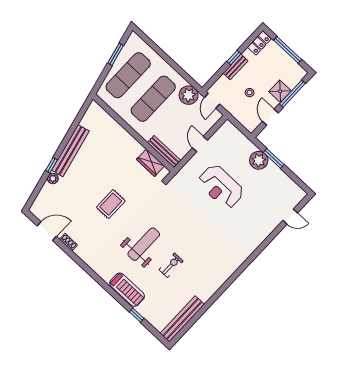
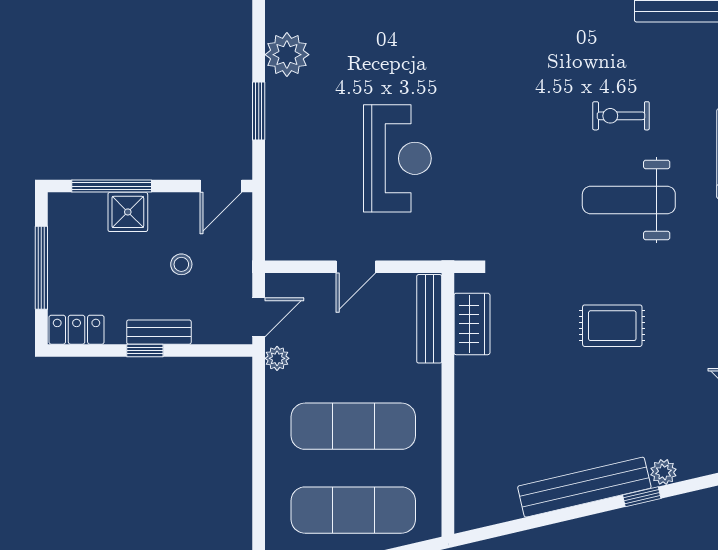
plant: (189, 95) -> (277, 358), width x0.53, depth x0.53
door: (270, 117) -> (221, 186), moved
plant: (259, 160) -> (287, 55), moved

